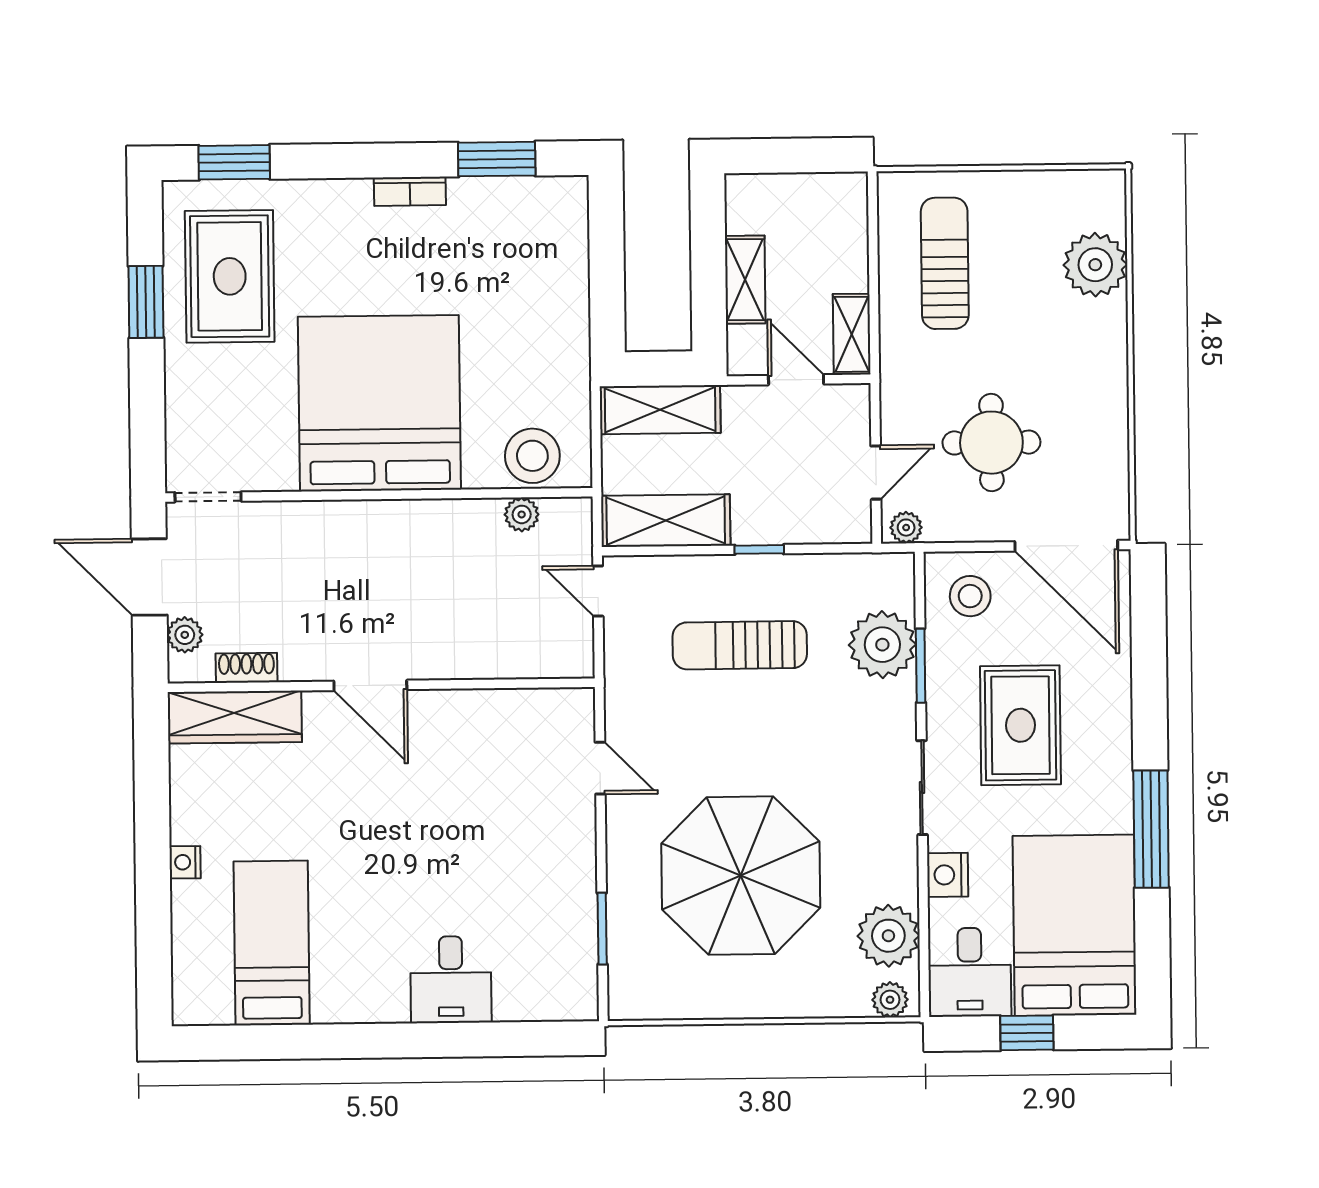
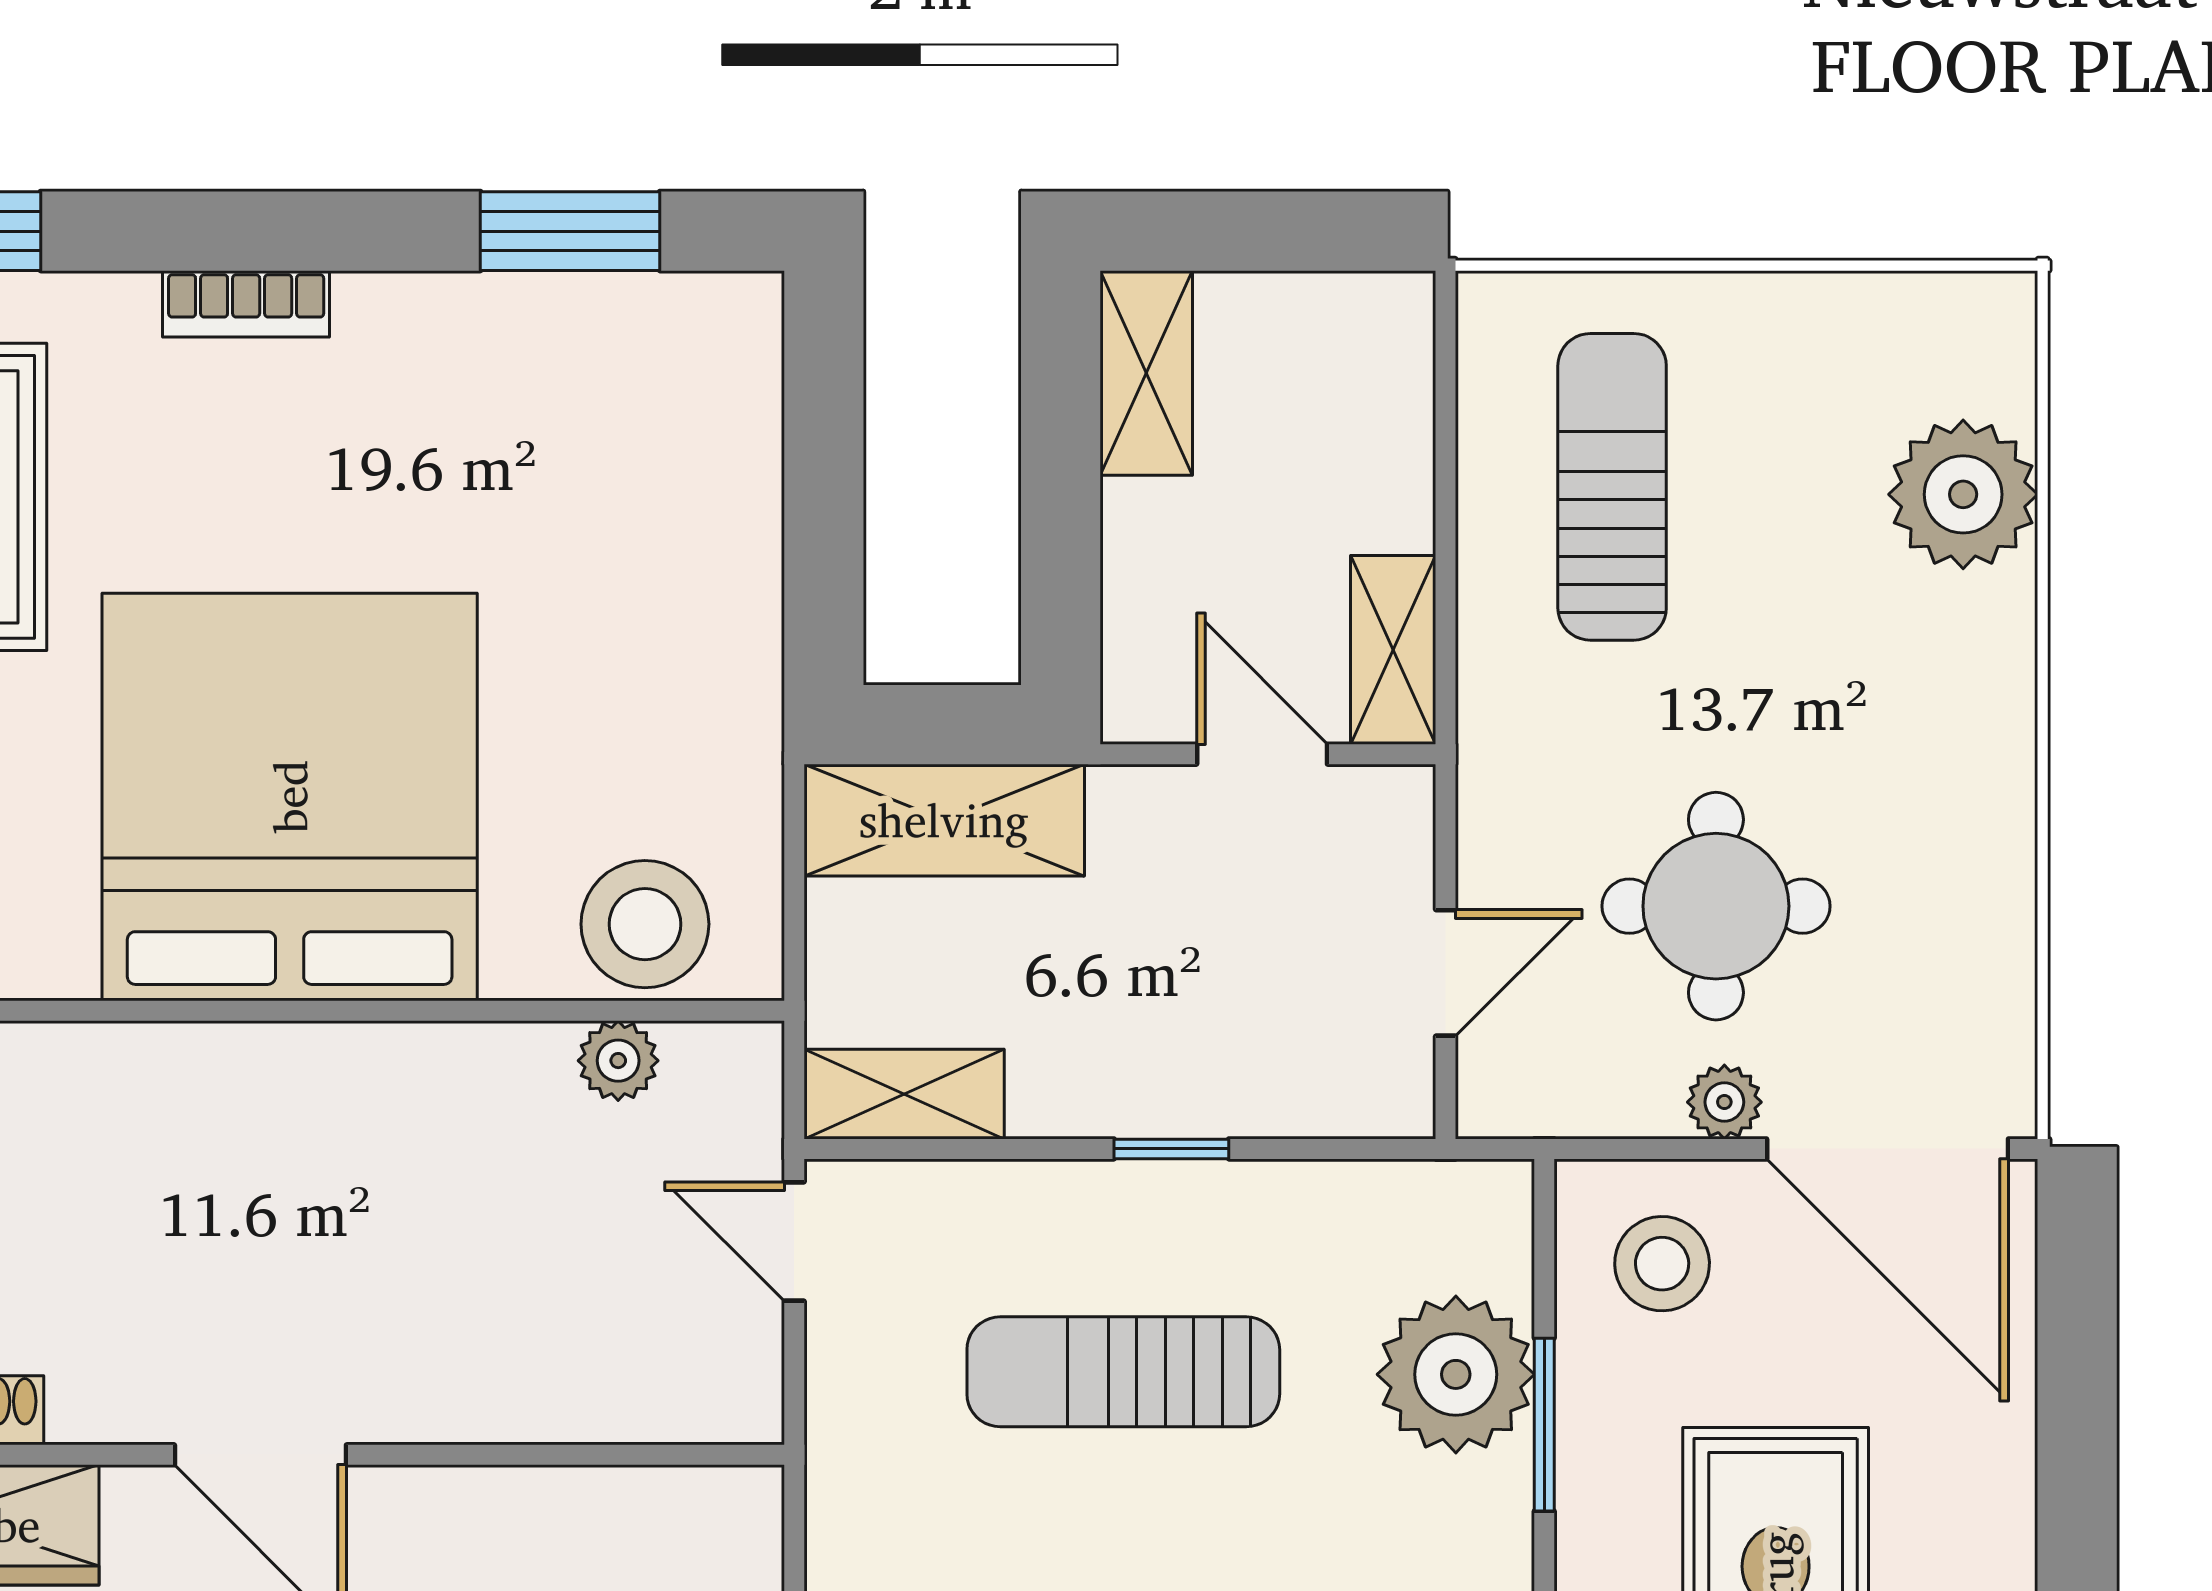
bookcase: (410, 191) -> (246, 304), moved
shelving: (745, 280) -> (1146, 373), moved
shelving: (666, 521) -> (904, 1094), width x0.67, depth x0.75
plant: (906, 528) -> (1724, 1102), moved

